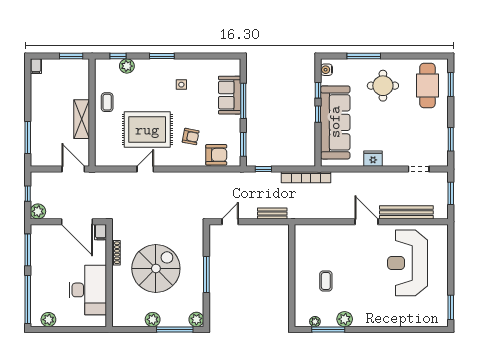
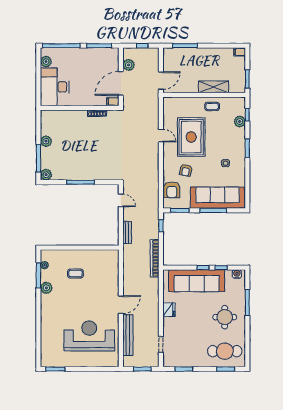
sofa: (230, 95) -> (218, 198), width x1.85, depth x1.27
shelving: (82, 119) -> (213, 87), moved
plant: (38, 211) -> (129, 65), moved
spiral stairs: (156, 268) -> (85, 144), removed
desk: (88, 290) -> (55, 87), moved, turned 90

